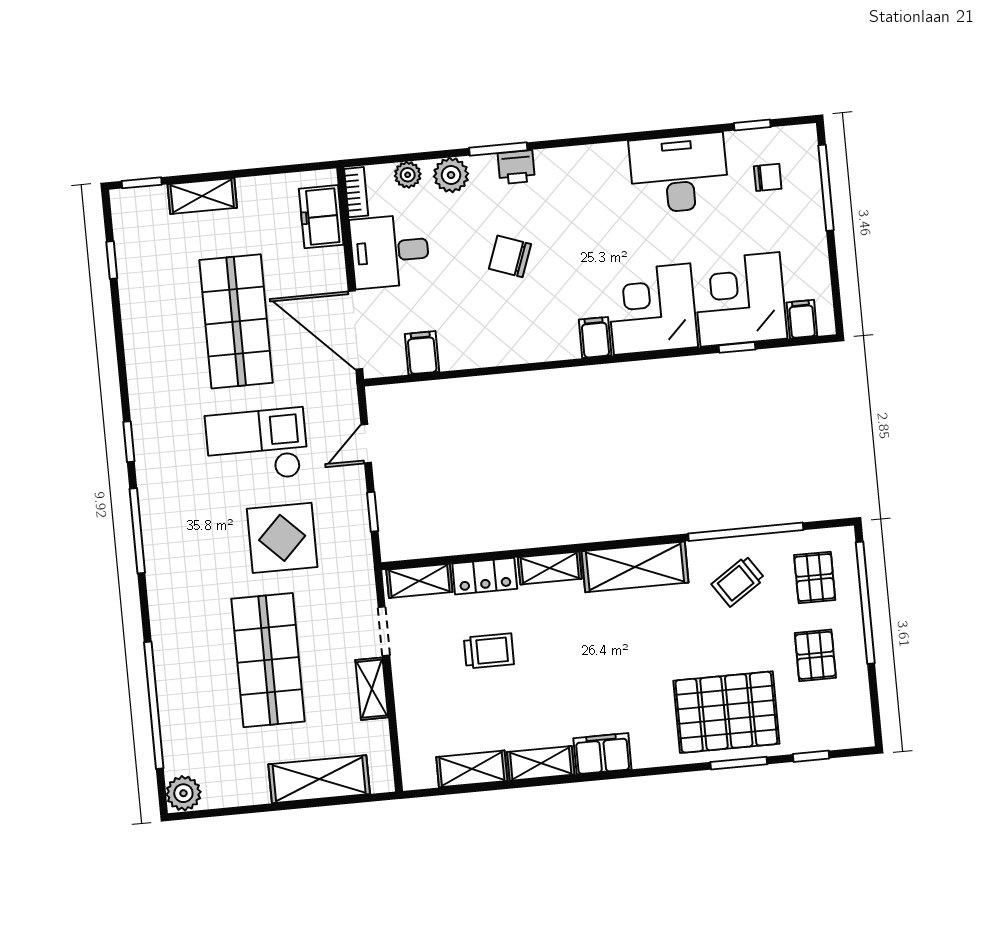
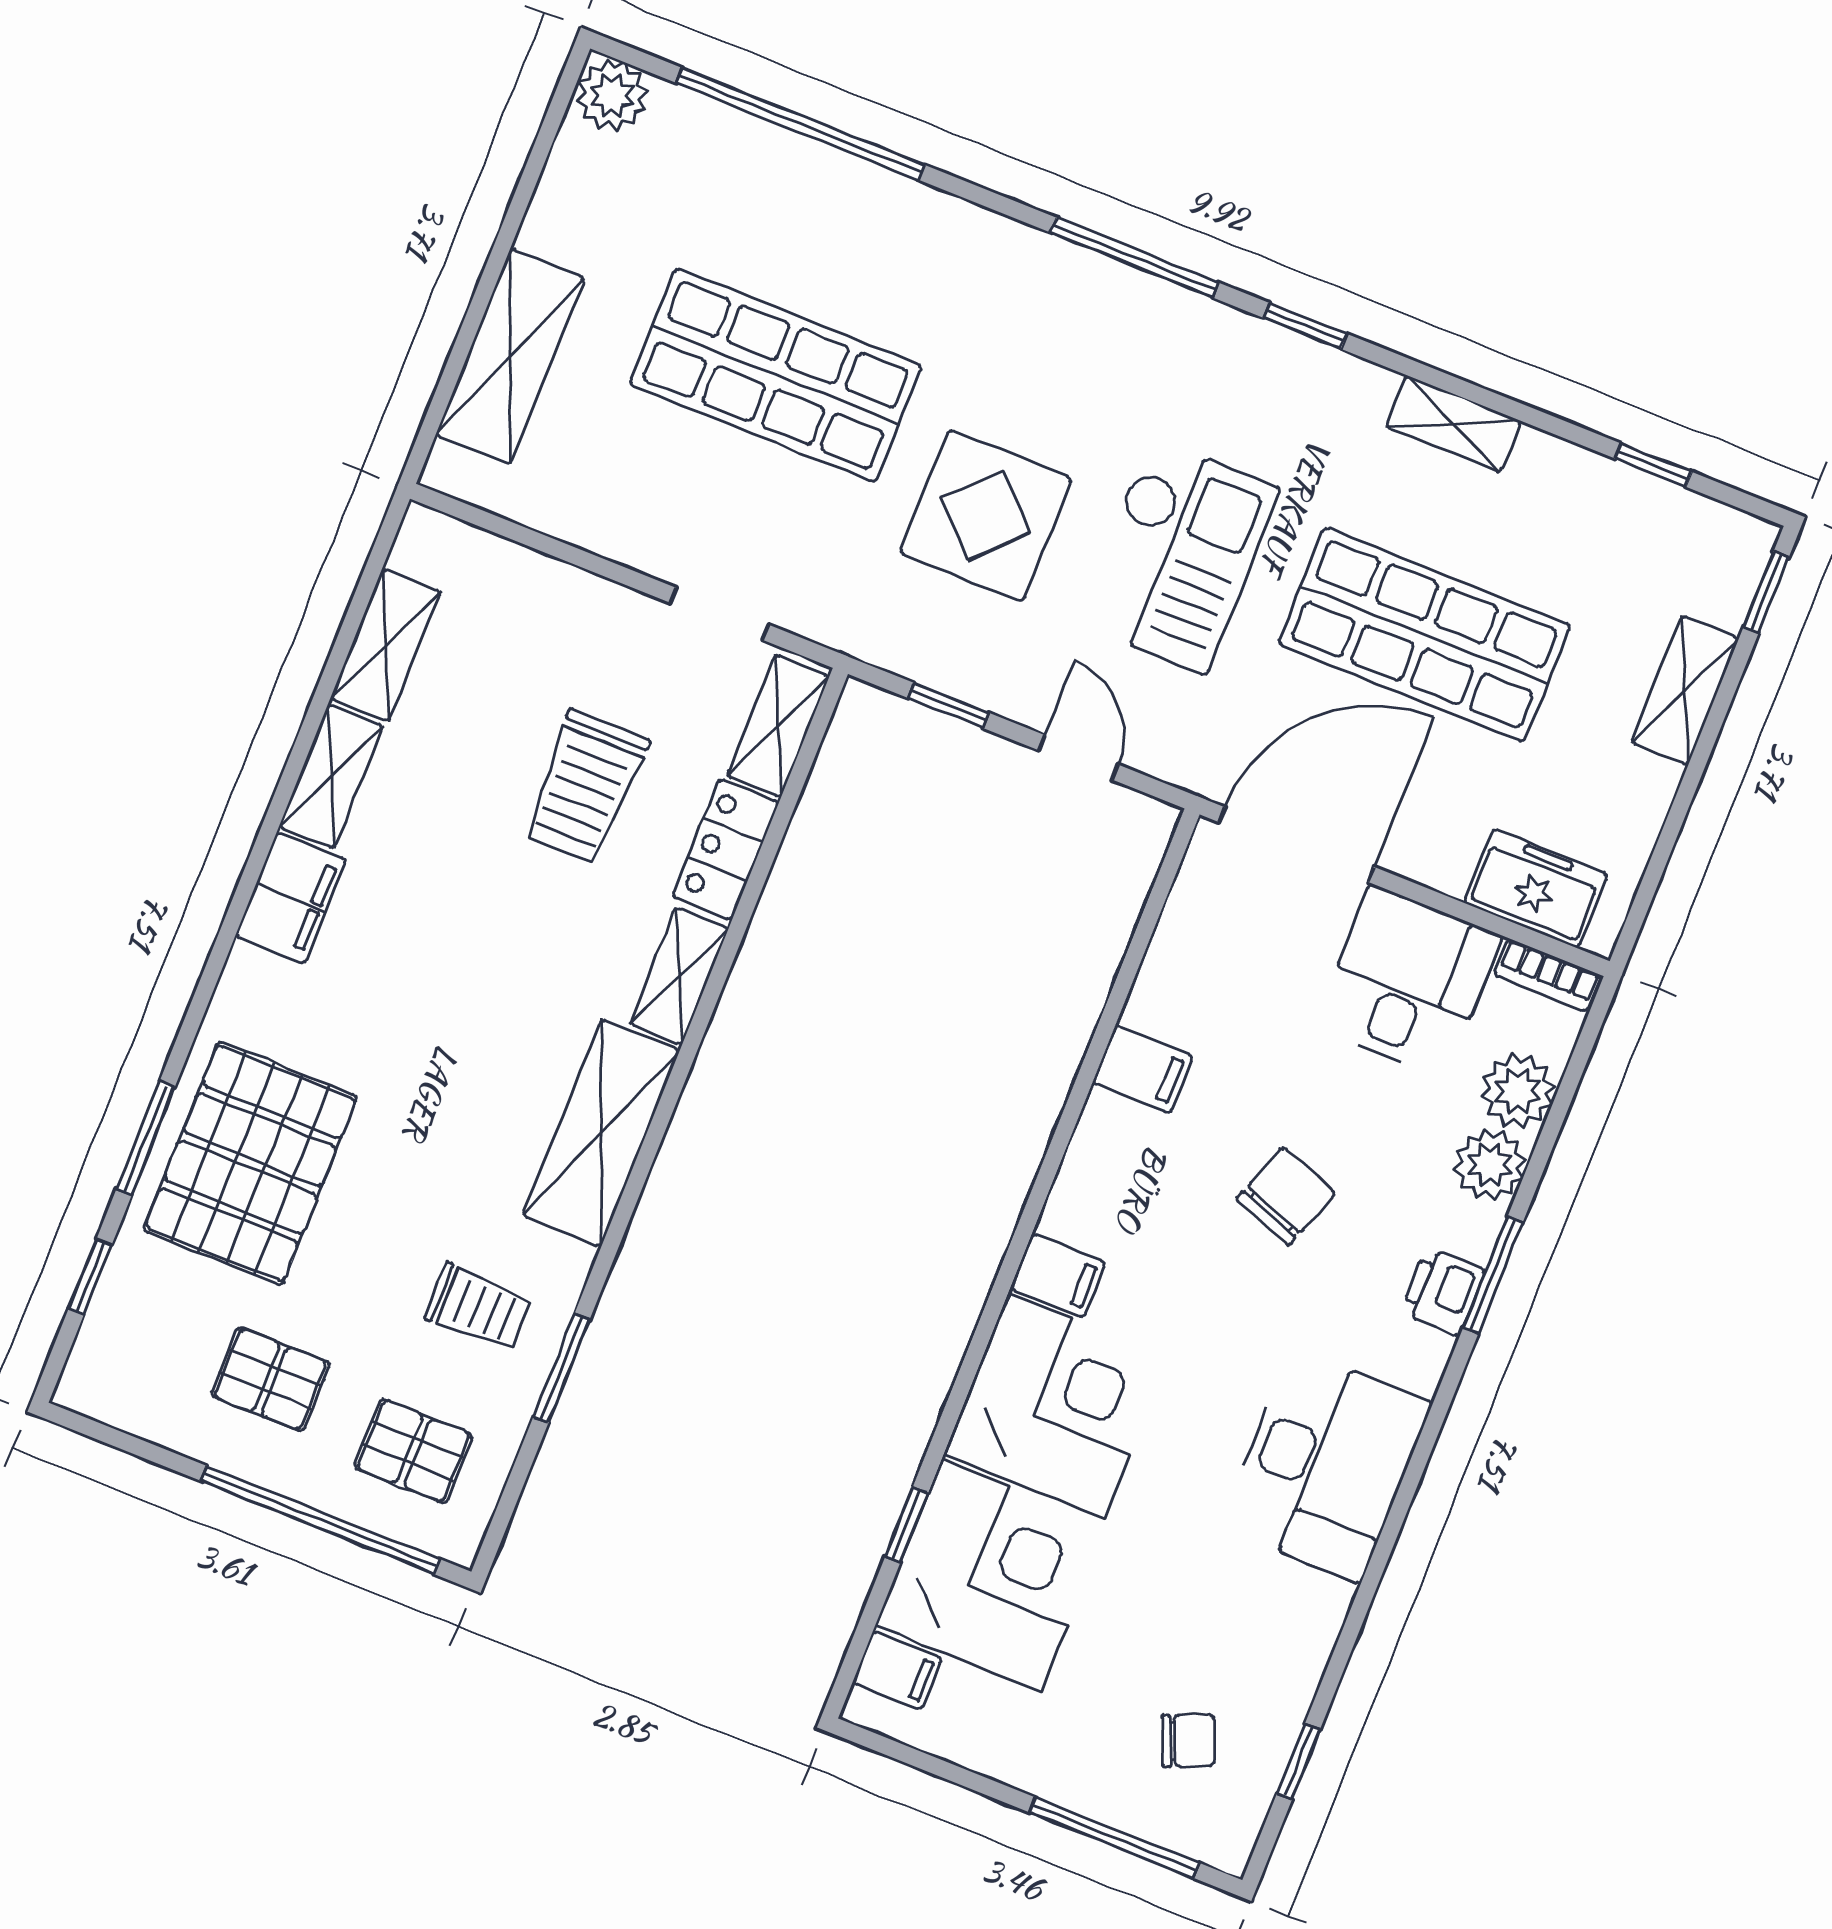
desk: (679, 173) -> (1326, 1465), moved
plant: (408, 175) -> (1518, 1091), width x1.38, depth x1.38
chair: (768, 177) -> (1188, 1741), turned -113
filing cabinet: (422, 353) -> (1143, 1069), moved
window: (746, 532) -> (562, 1368), width x0.47
trolley: (738, 581) -> (478, 1307), turned 124
trolley: (489, 651) -> (585, 787), width x1.36, depth x1.39
shelving: (372, 689) -> (1454, 424), moved

